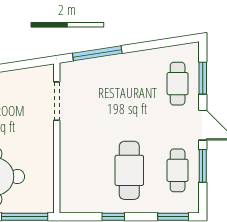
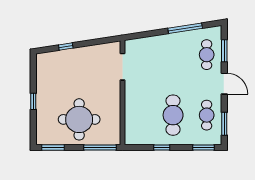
window: (97, 53) -> (185, 28), moved
window: (203, 166) -> (224, 124), moved

